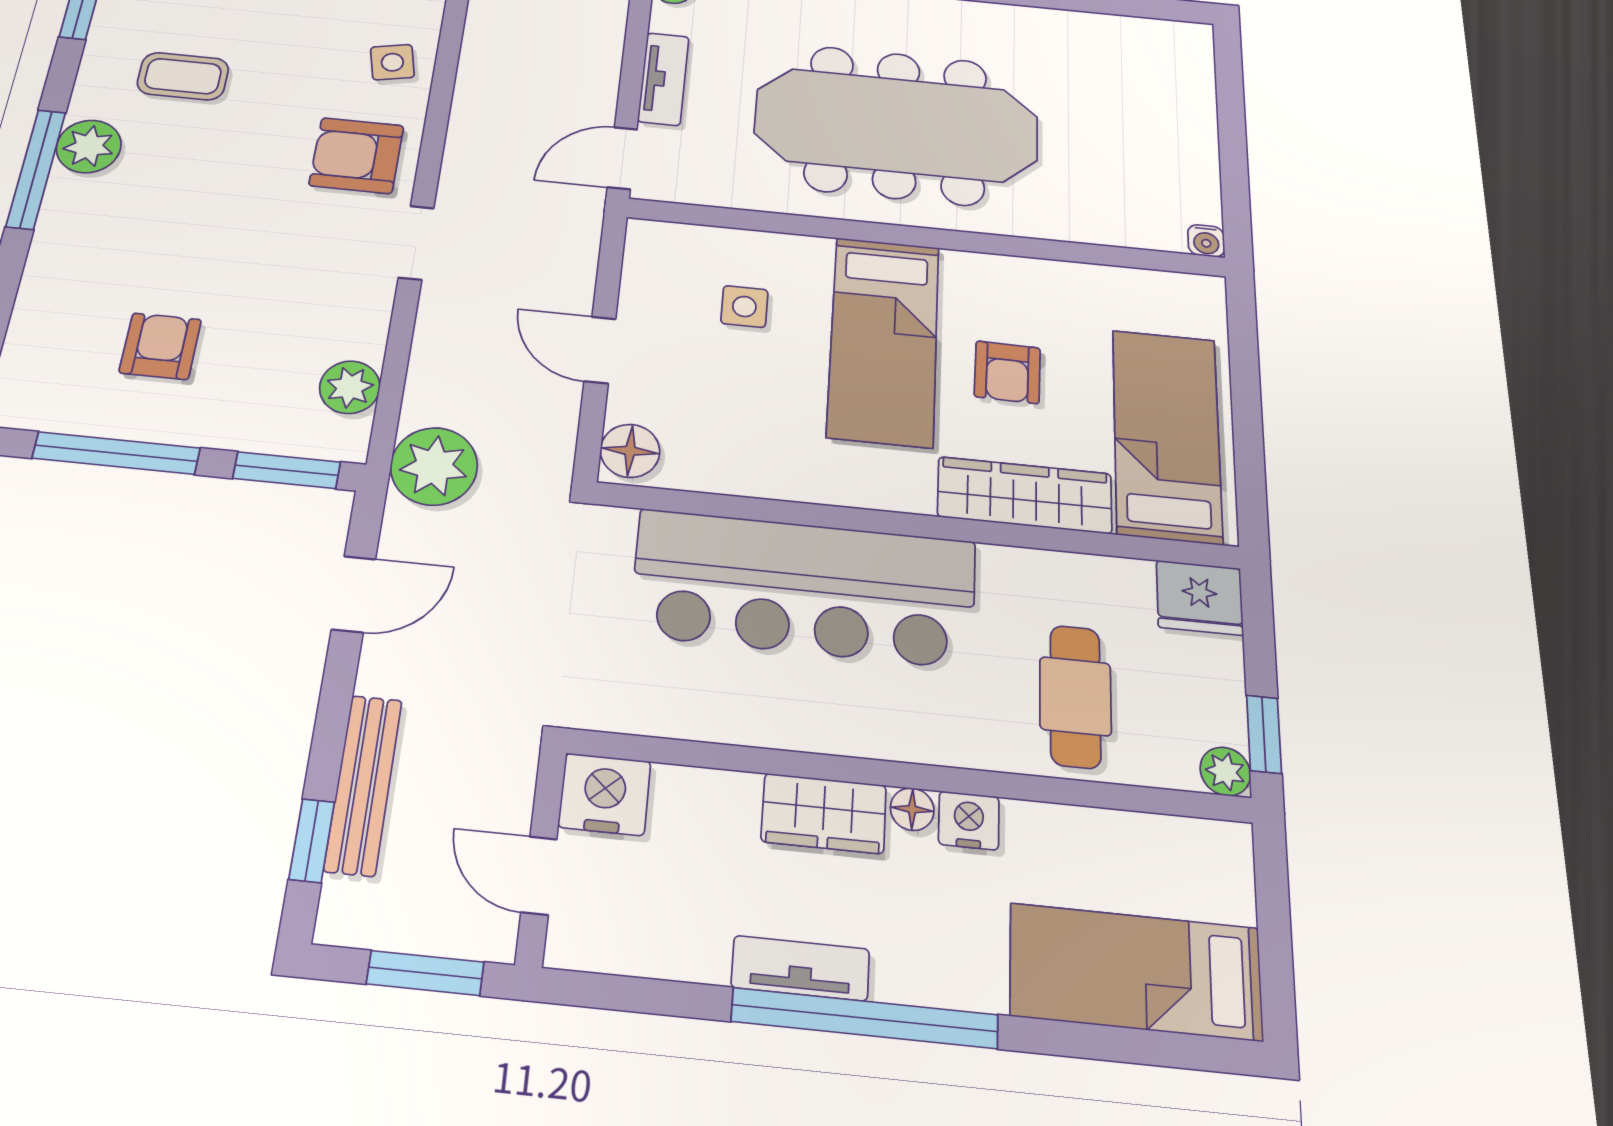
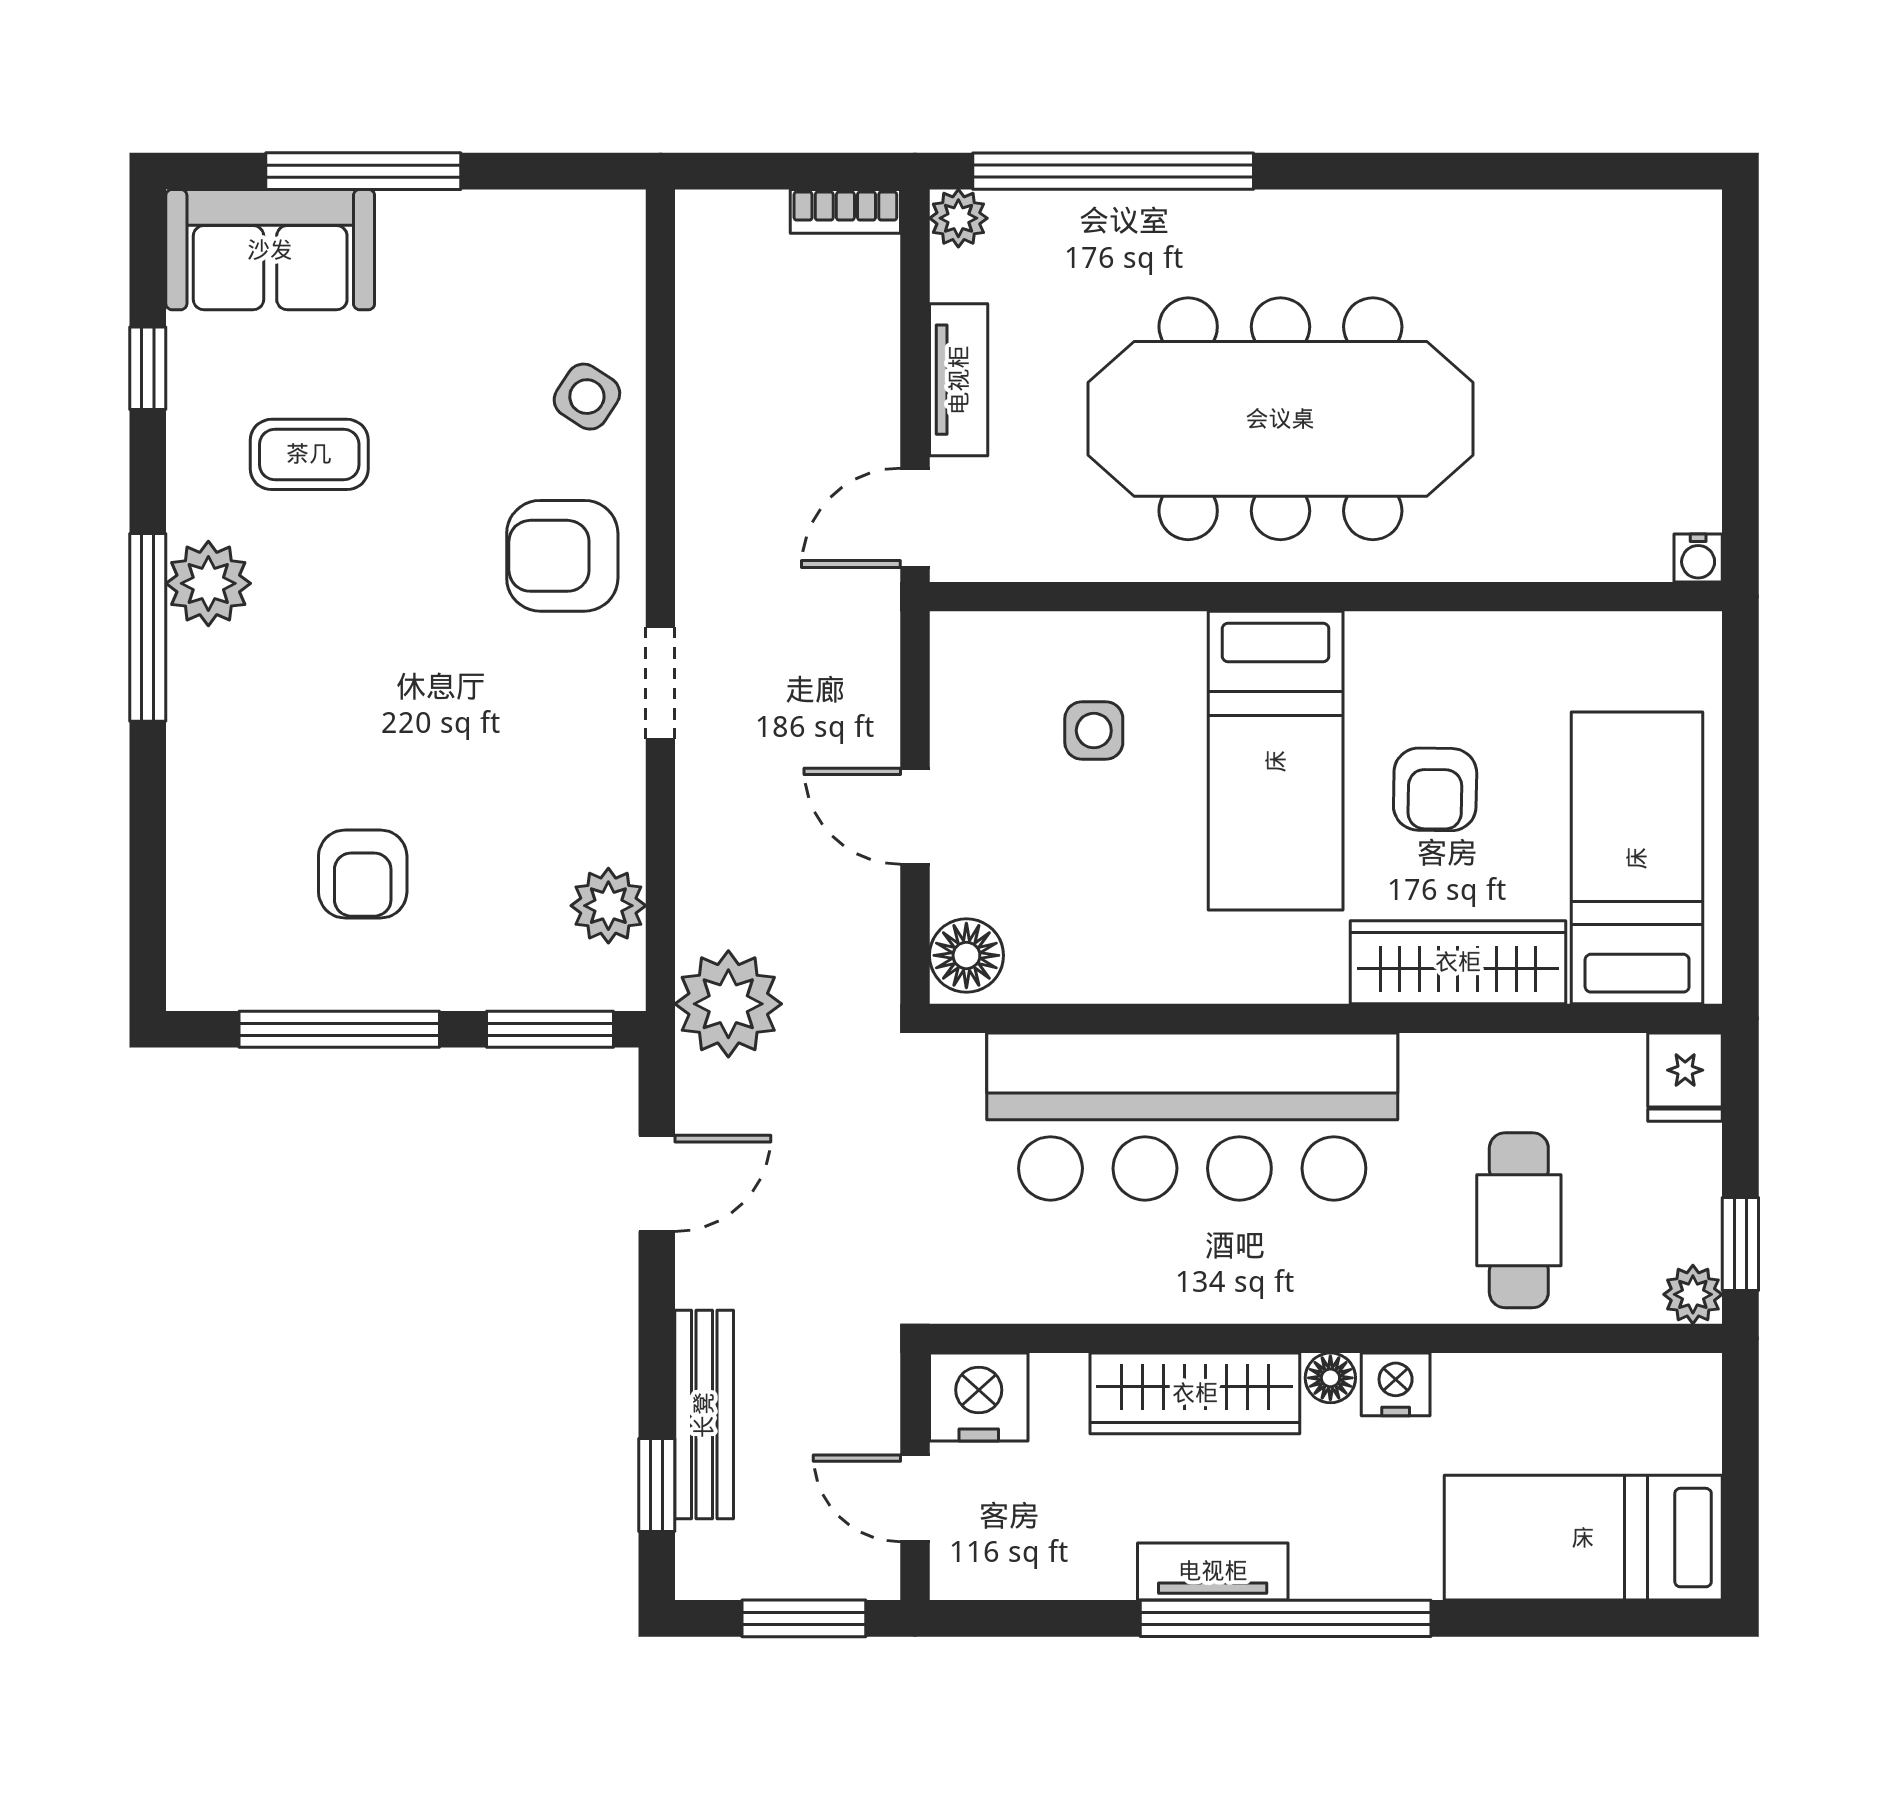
side table: (392, 62) -> (587, 397), turned 45
armchair: (160, 346) -> (363, 874), turned 180
fridge: (1200, 598) -> (1685, 1077), width x0.72
wardrobe: (824, 813) -> (1195, 1393), width x1.50

